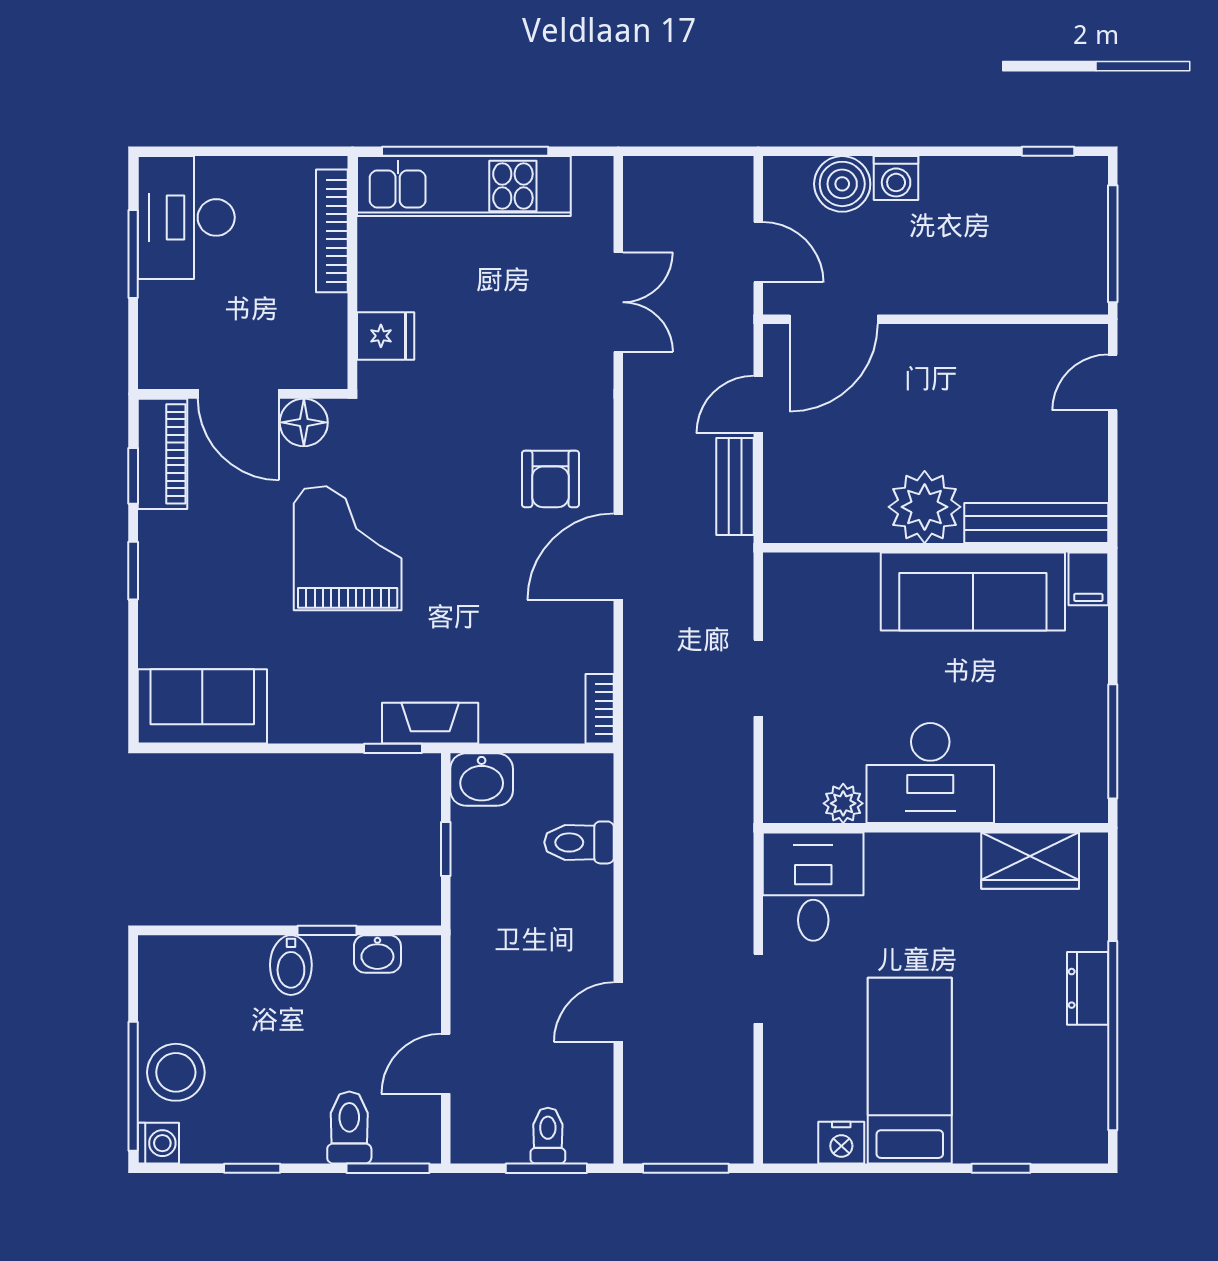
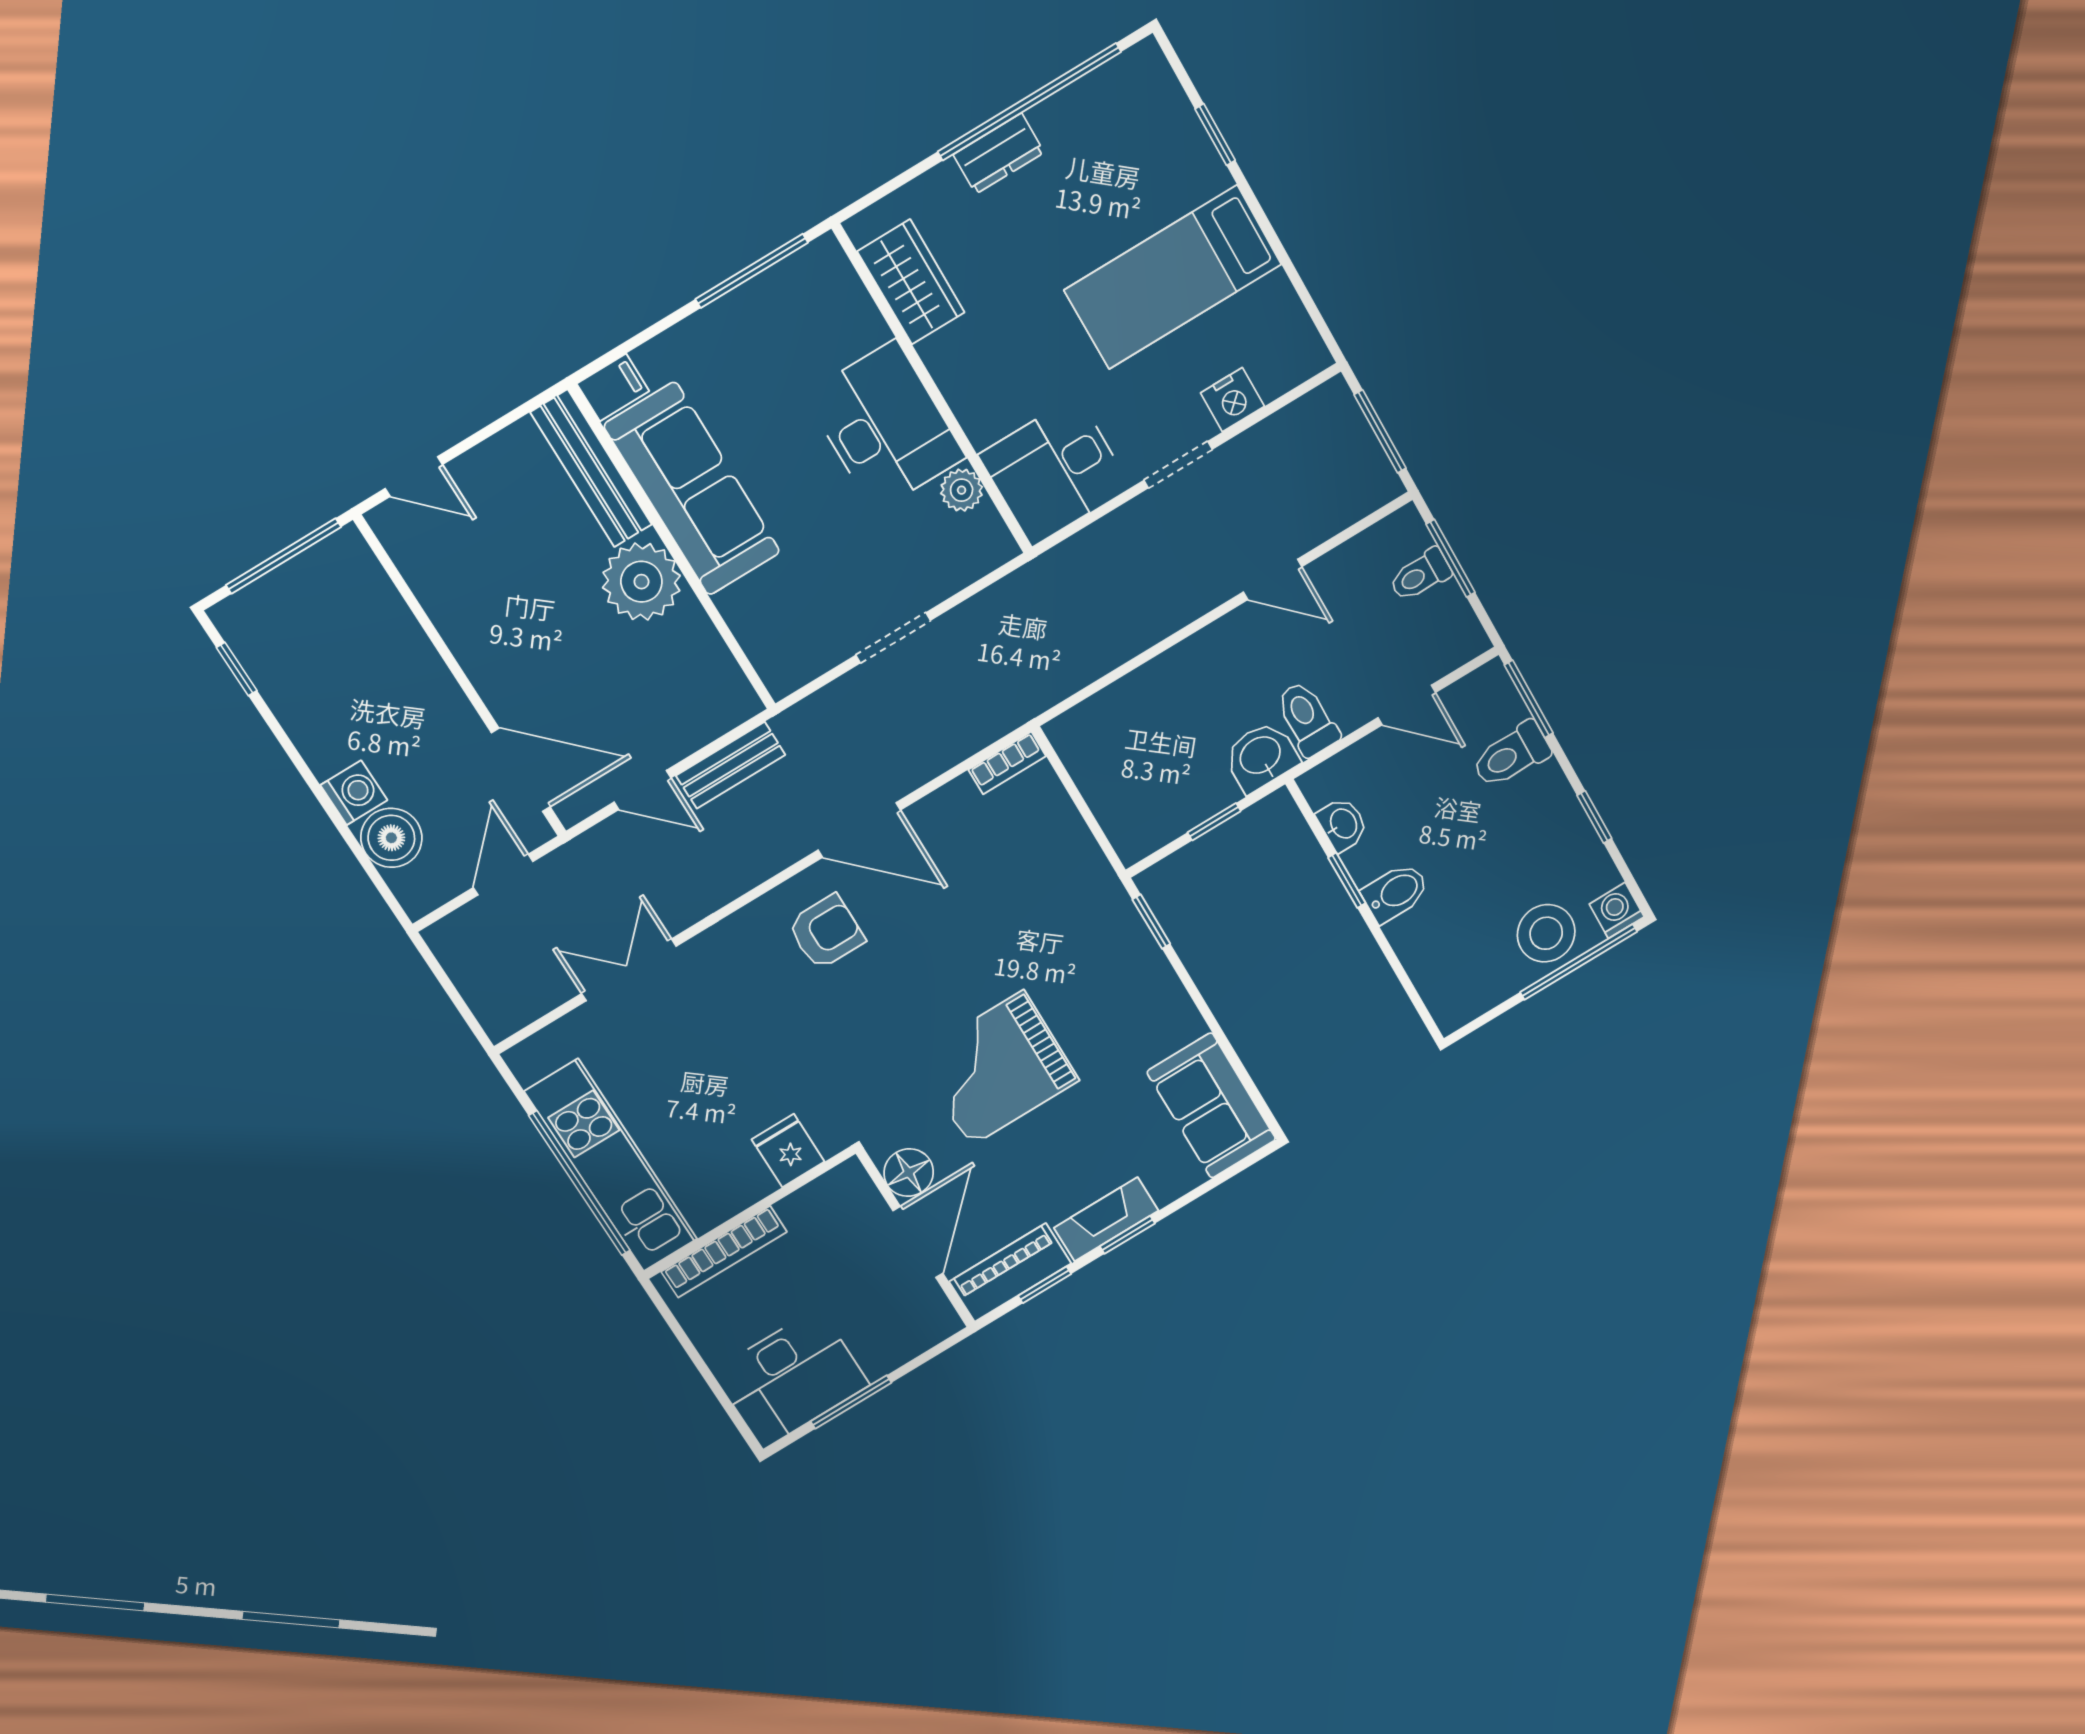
fireplace: (430, 723) -> (1106, 1219), moved, turned 90
washbasin: (482, 780) -> (1261, 756), moved, turned -90
toilet: (579, 842) -> (1307, 719), moved, turned 180
nightstand: (841, 1143) -> (1232, 400), moved, turned 90

